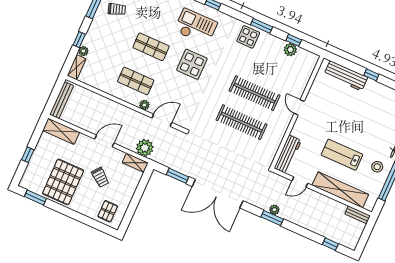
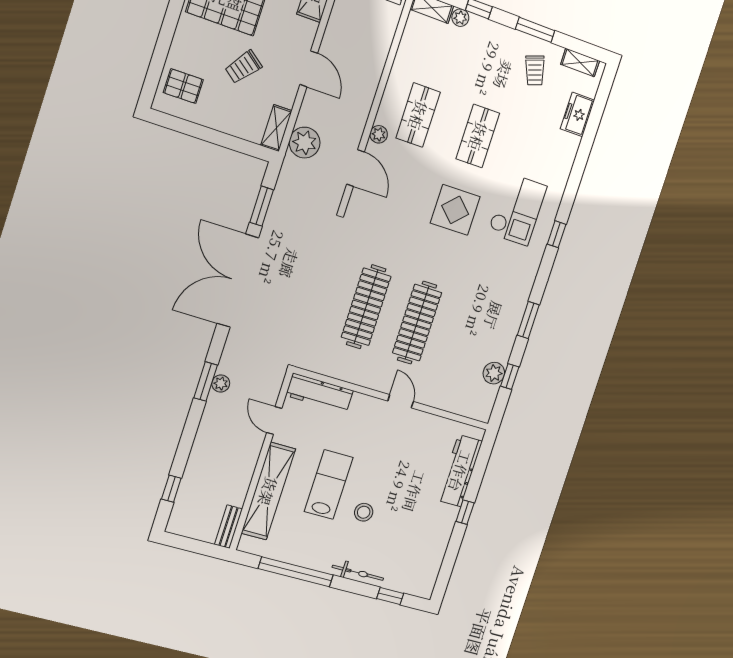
display table: (248, 37) -> (508, 300), removed
door: (299, 107) -> (401, 401), hinge flipped
stool: (377, 167) -> (364, 512), moved

